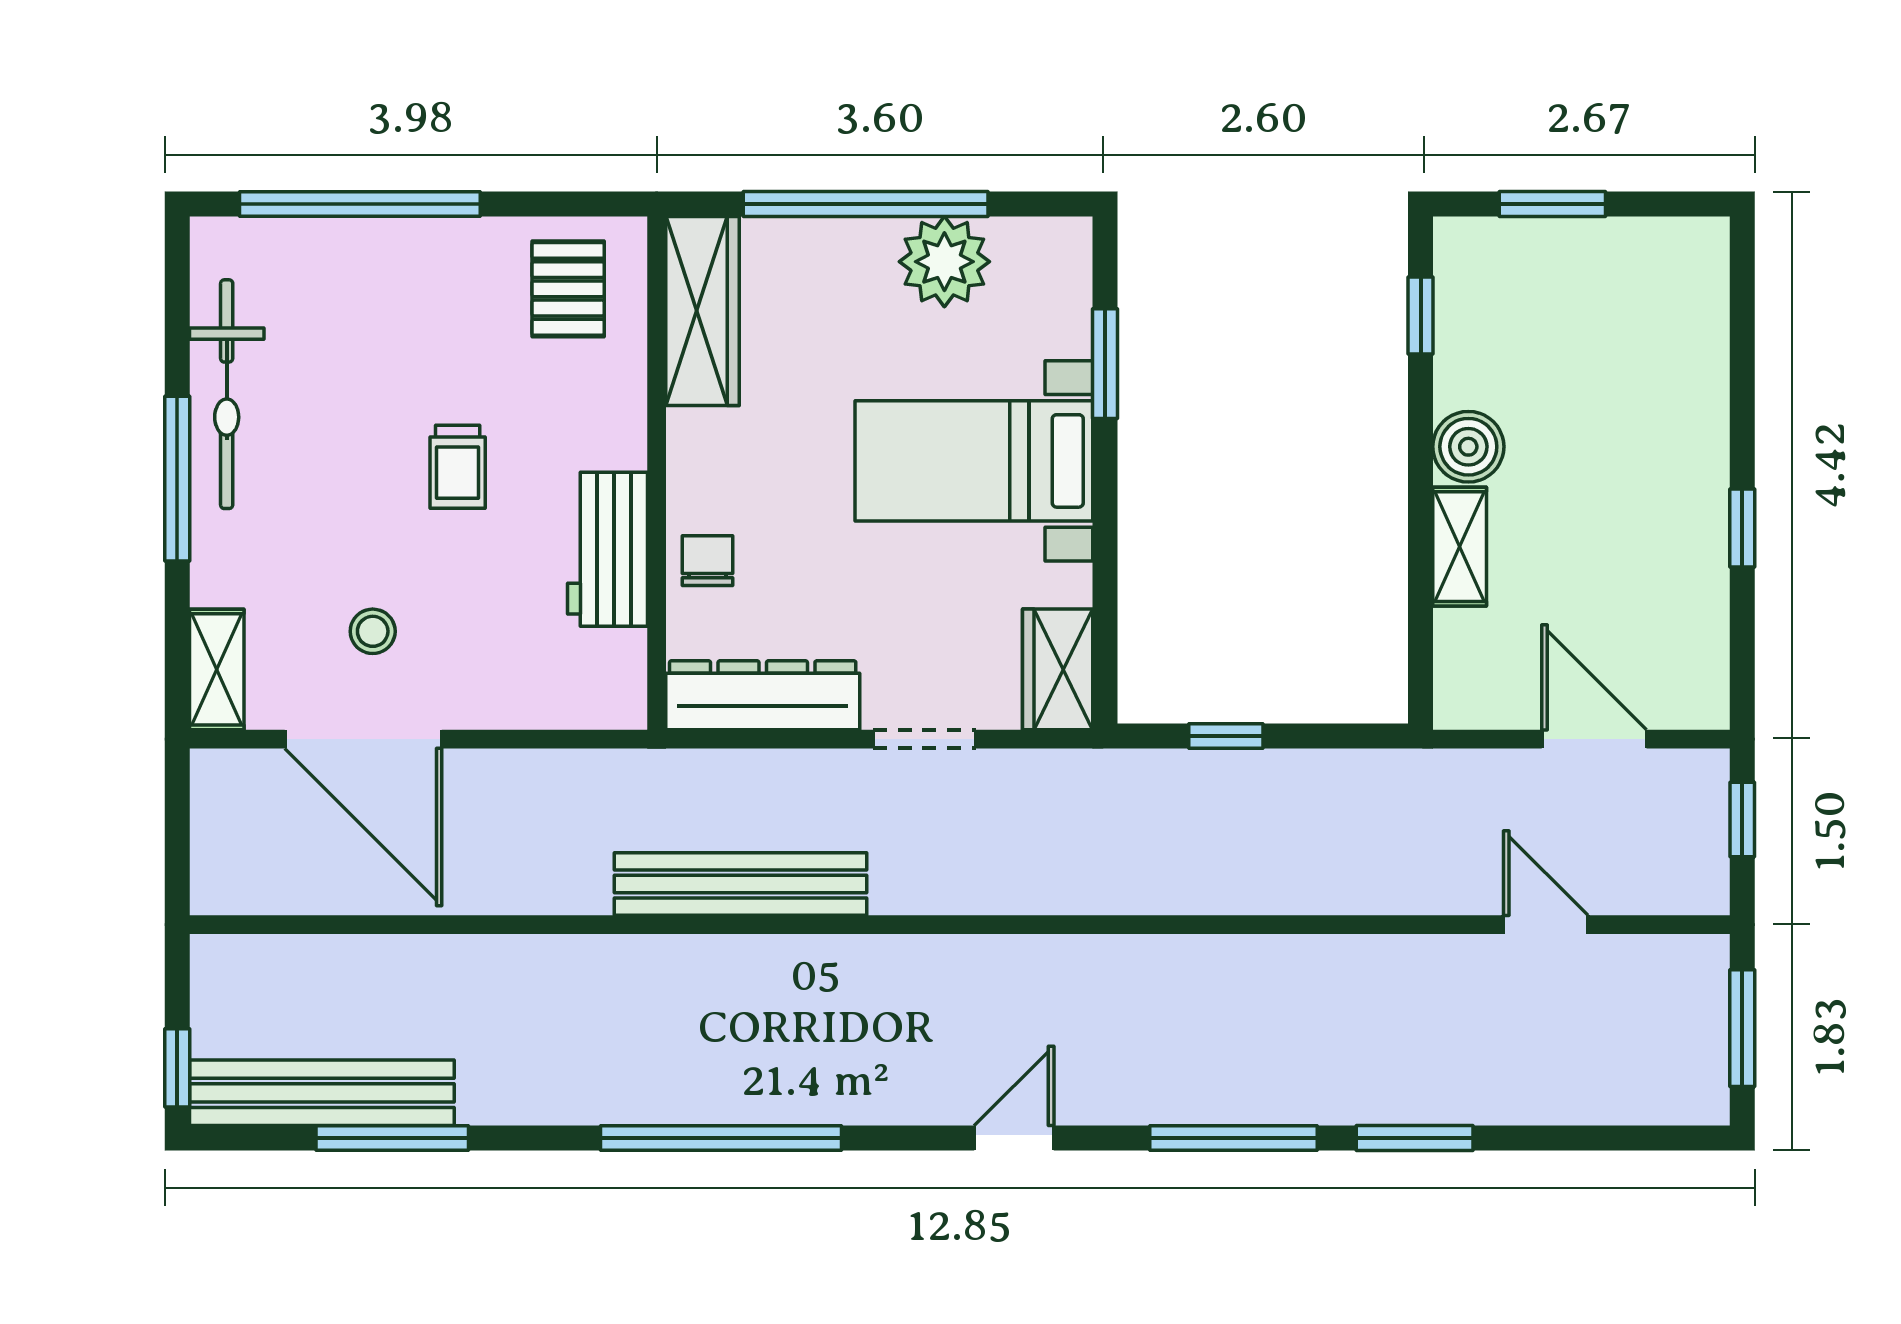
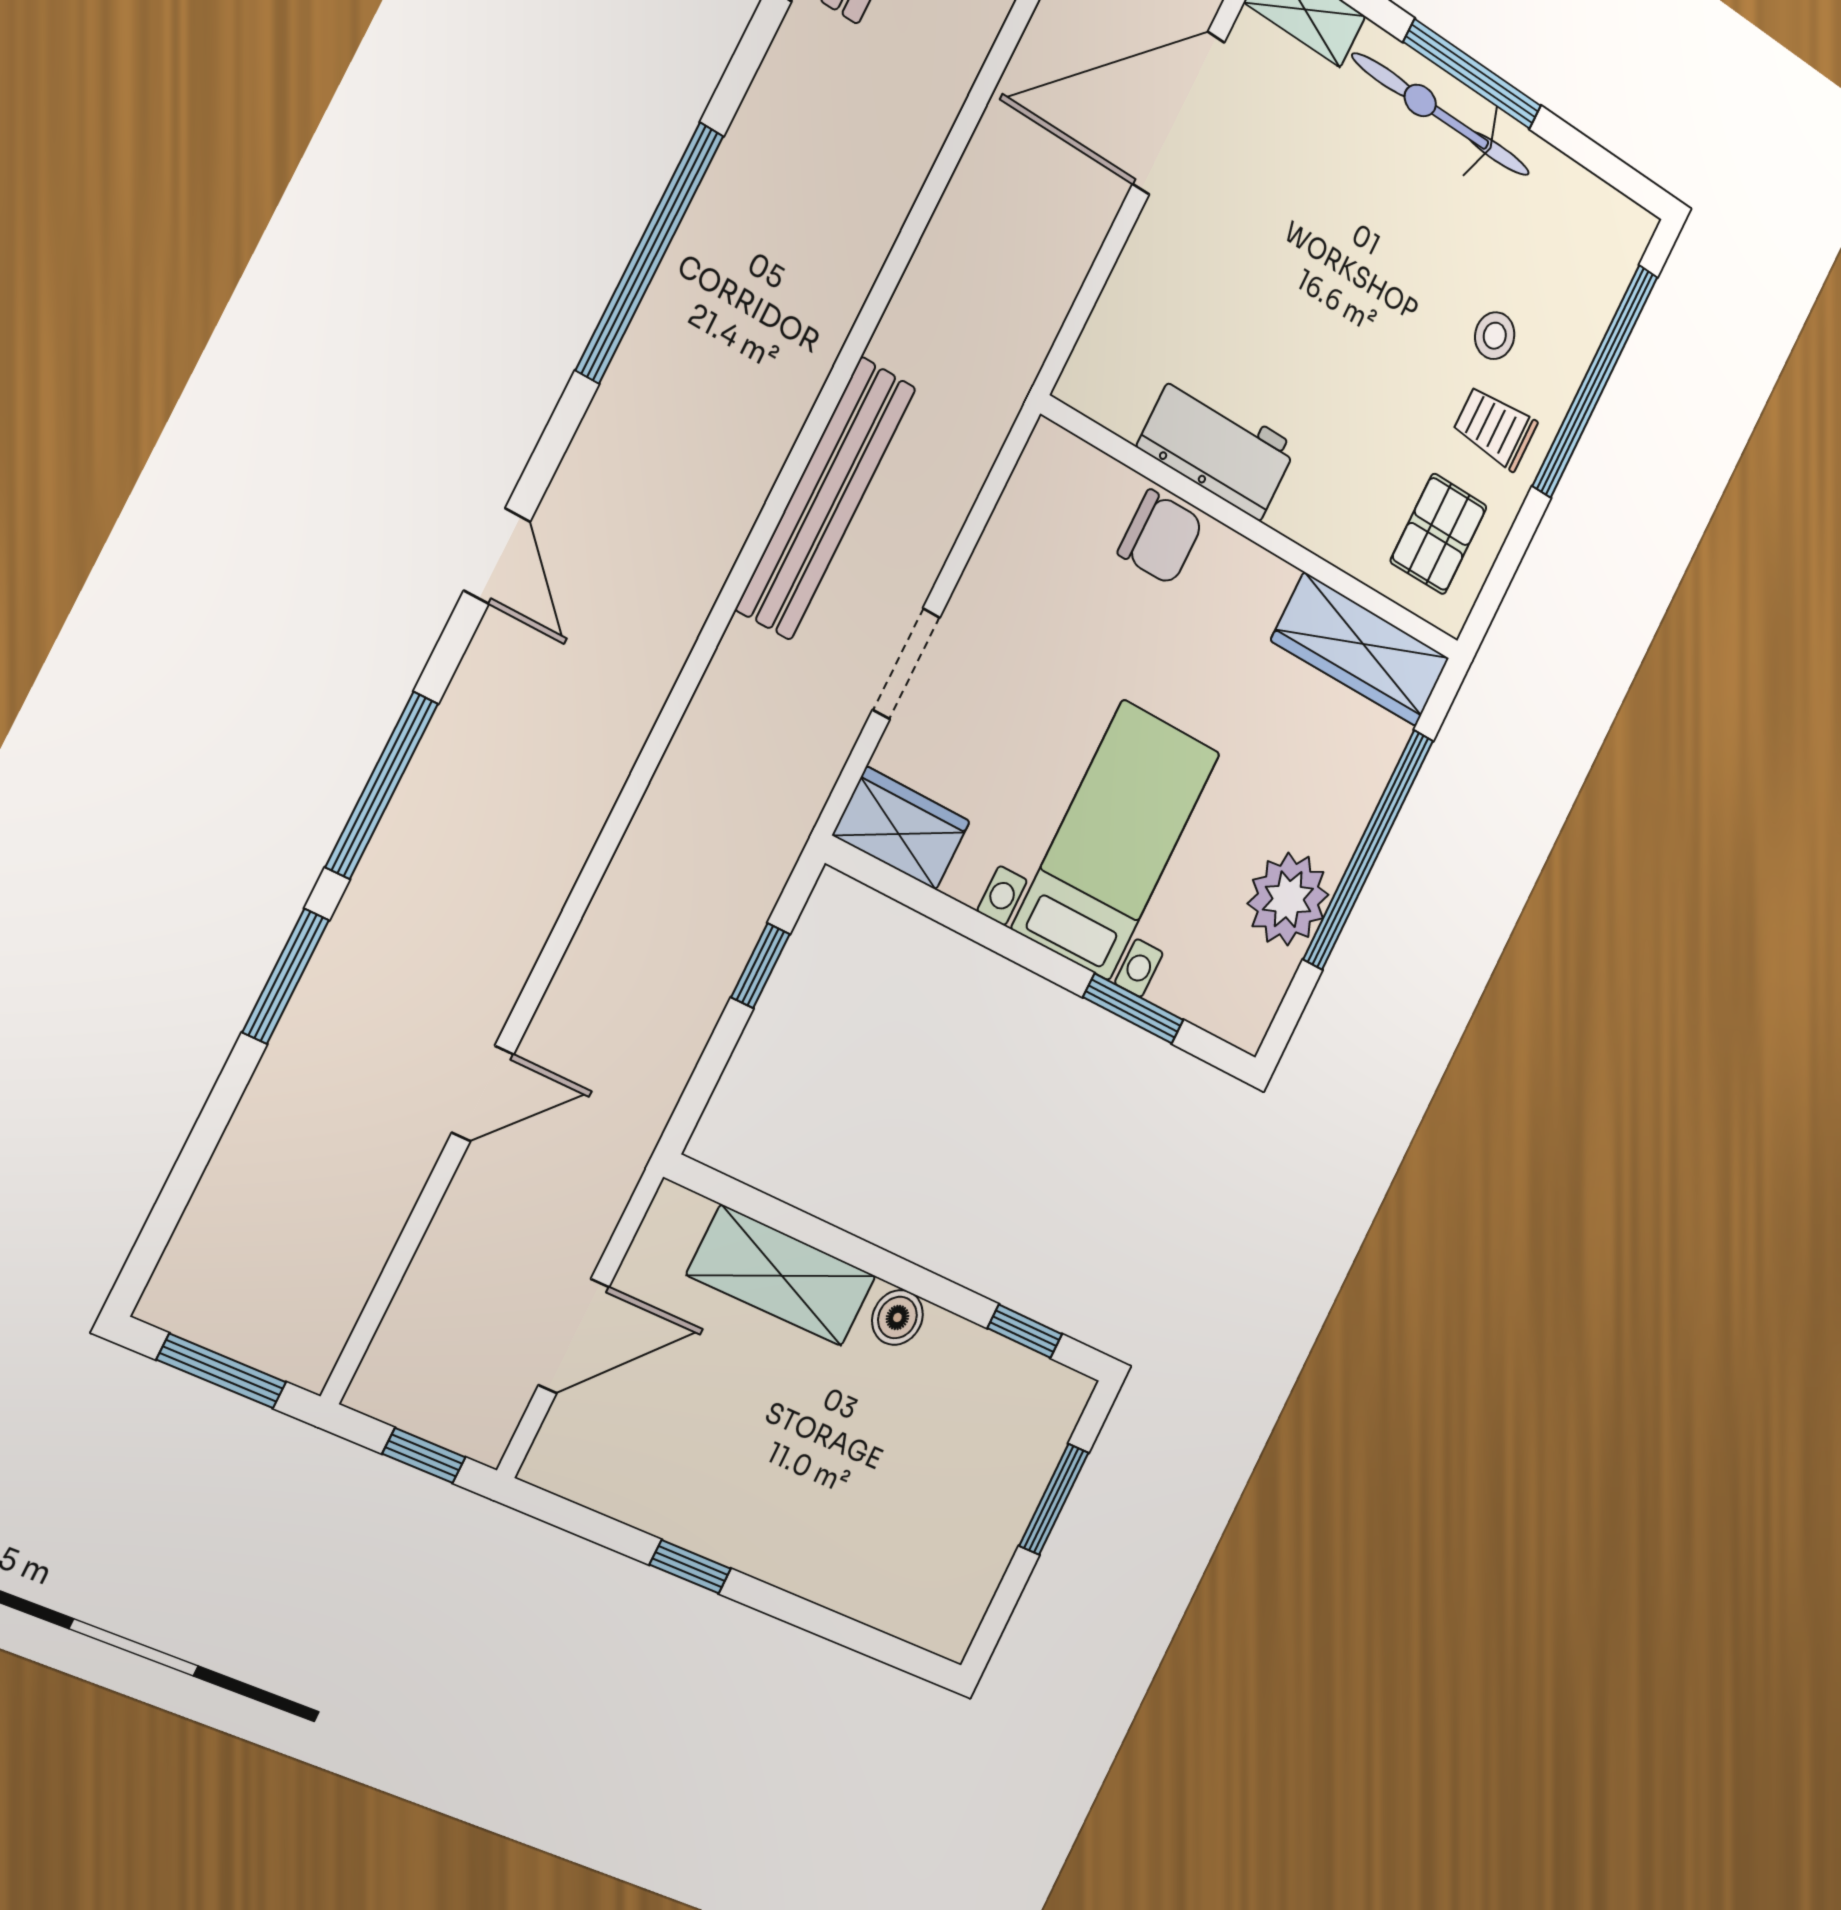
pallet: (568, 289) -> (1439, 534), turned 90
bicycle: (227, 394) -> (1441, 115), moved
boiler: (1468, 447) -> (897, 1317), width x0.73, depth x0.73
trolley: (458, 467) -> (1495, 428), moved
shelving: (1460, 547) -> (782, 1276), width x1.50, depth x1.33
chair: (707, 561) -> (1161, 537), width x1.37, depth x1.37
stool: (373, 631) -> (1495, 336), moved
dresser: (763, 695) -> (1022, 526), removed
bench: (740, 884) -> (826, 498), moved
door: (1546, 925) -> (483, 1093), moved

